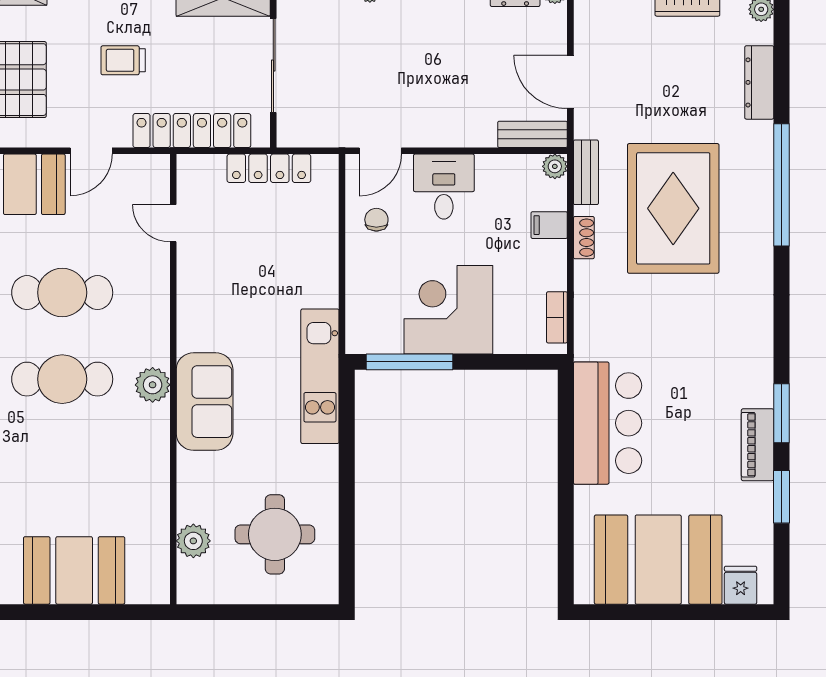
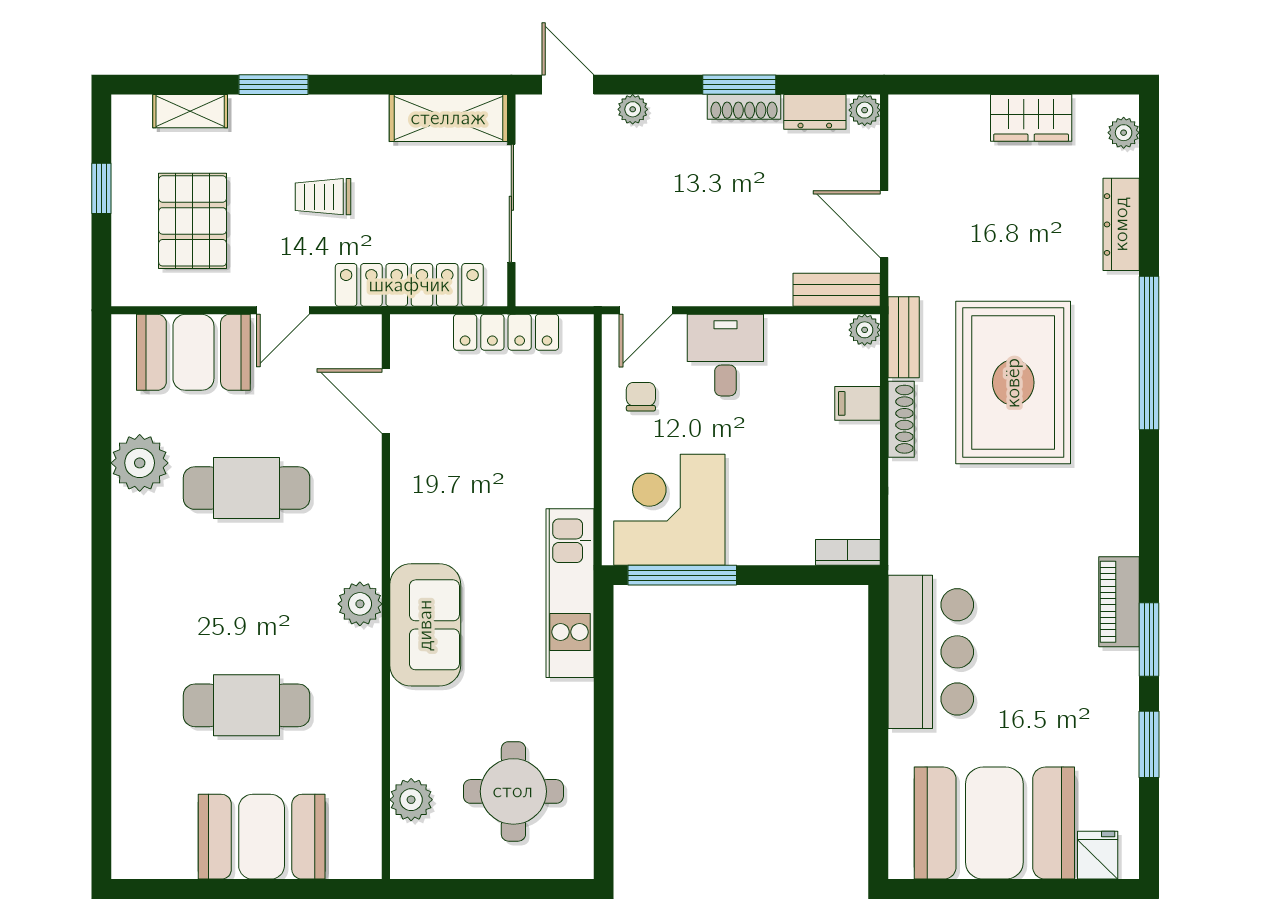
door: (173, 223) -> (386, 401), width x1.38
shoe rack: (584, 238) -> (901, 419), width x1.43
corner desk: (448, 310) -> (669, 510), moved
bookcase: (557, 317) -> (848, 552), moved, turned 90
cafe table: (62, 379) -> (247, 705), moved
piano: (758, 445) -> (1119, 602), moved

